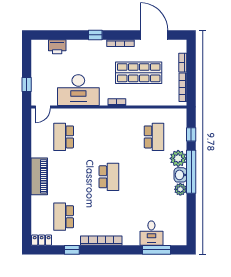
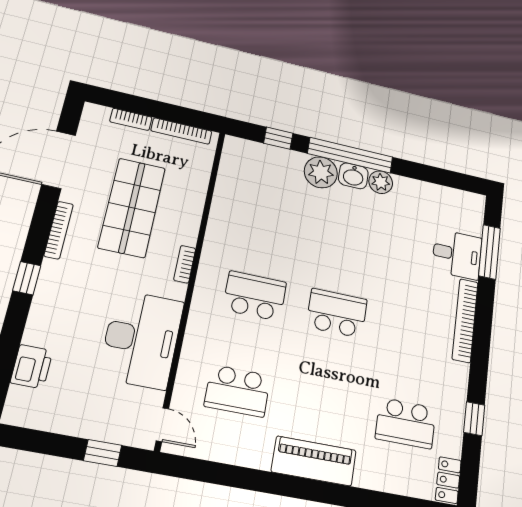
school desk: (154, 137) -> (255, 296), moved
bookcase: (101, 241) -> (465, 320), moved

